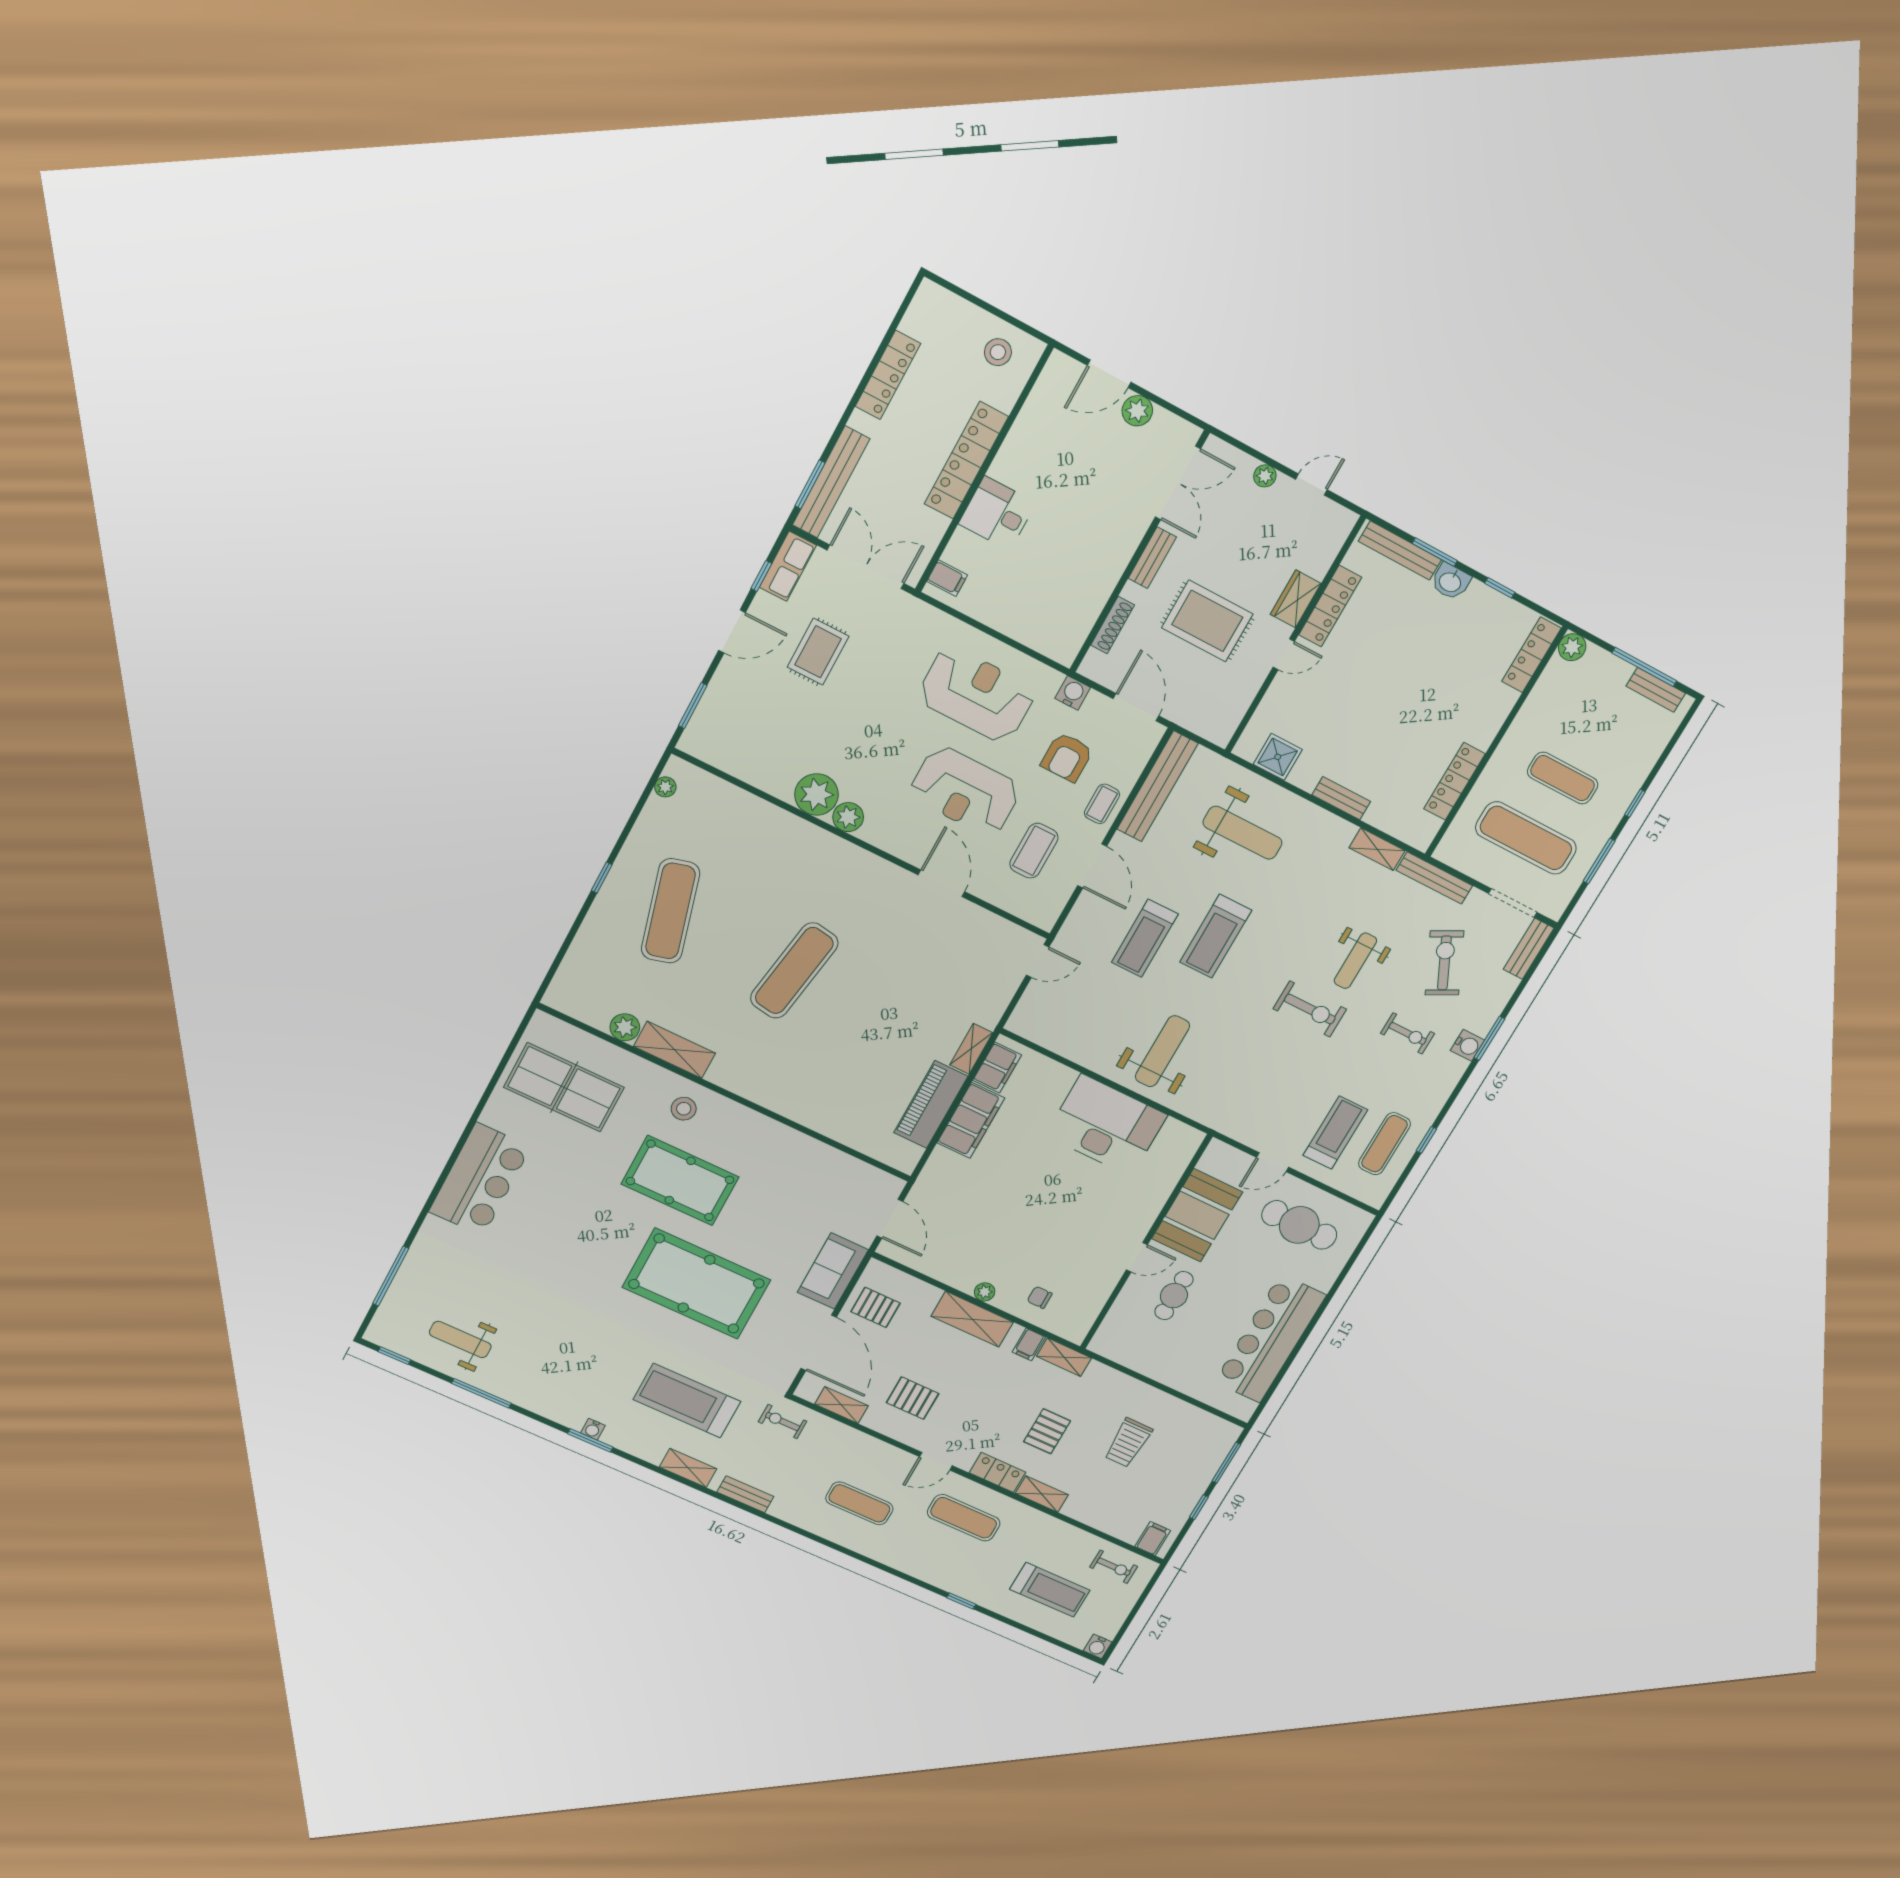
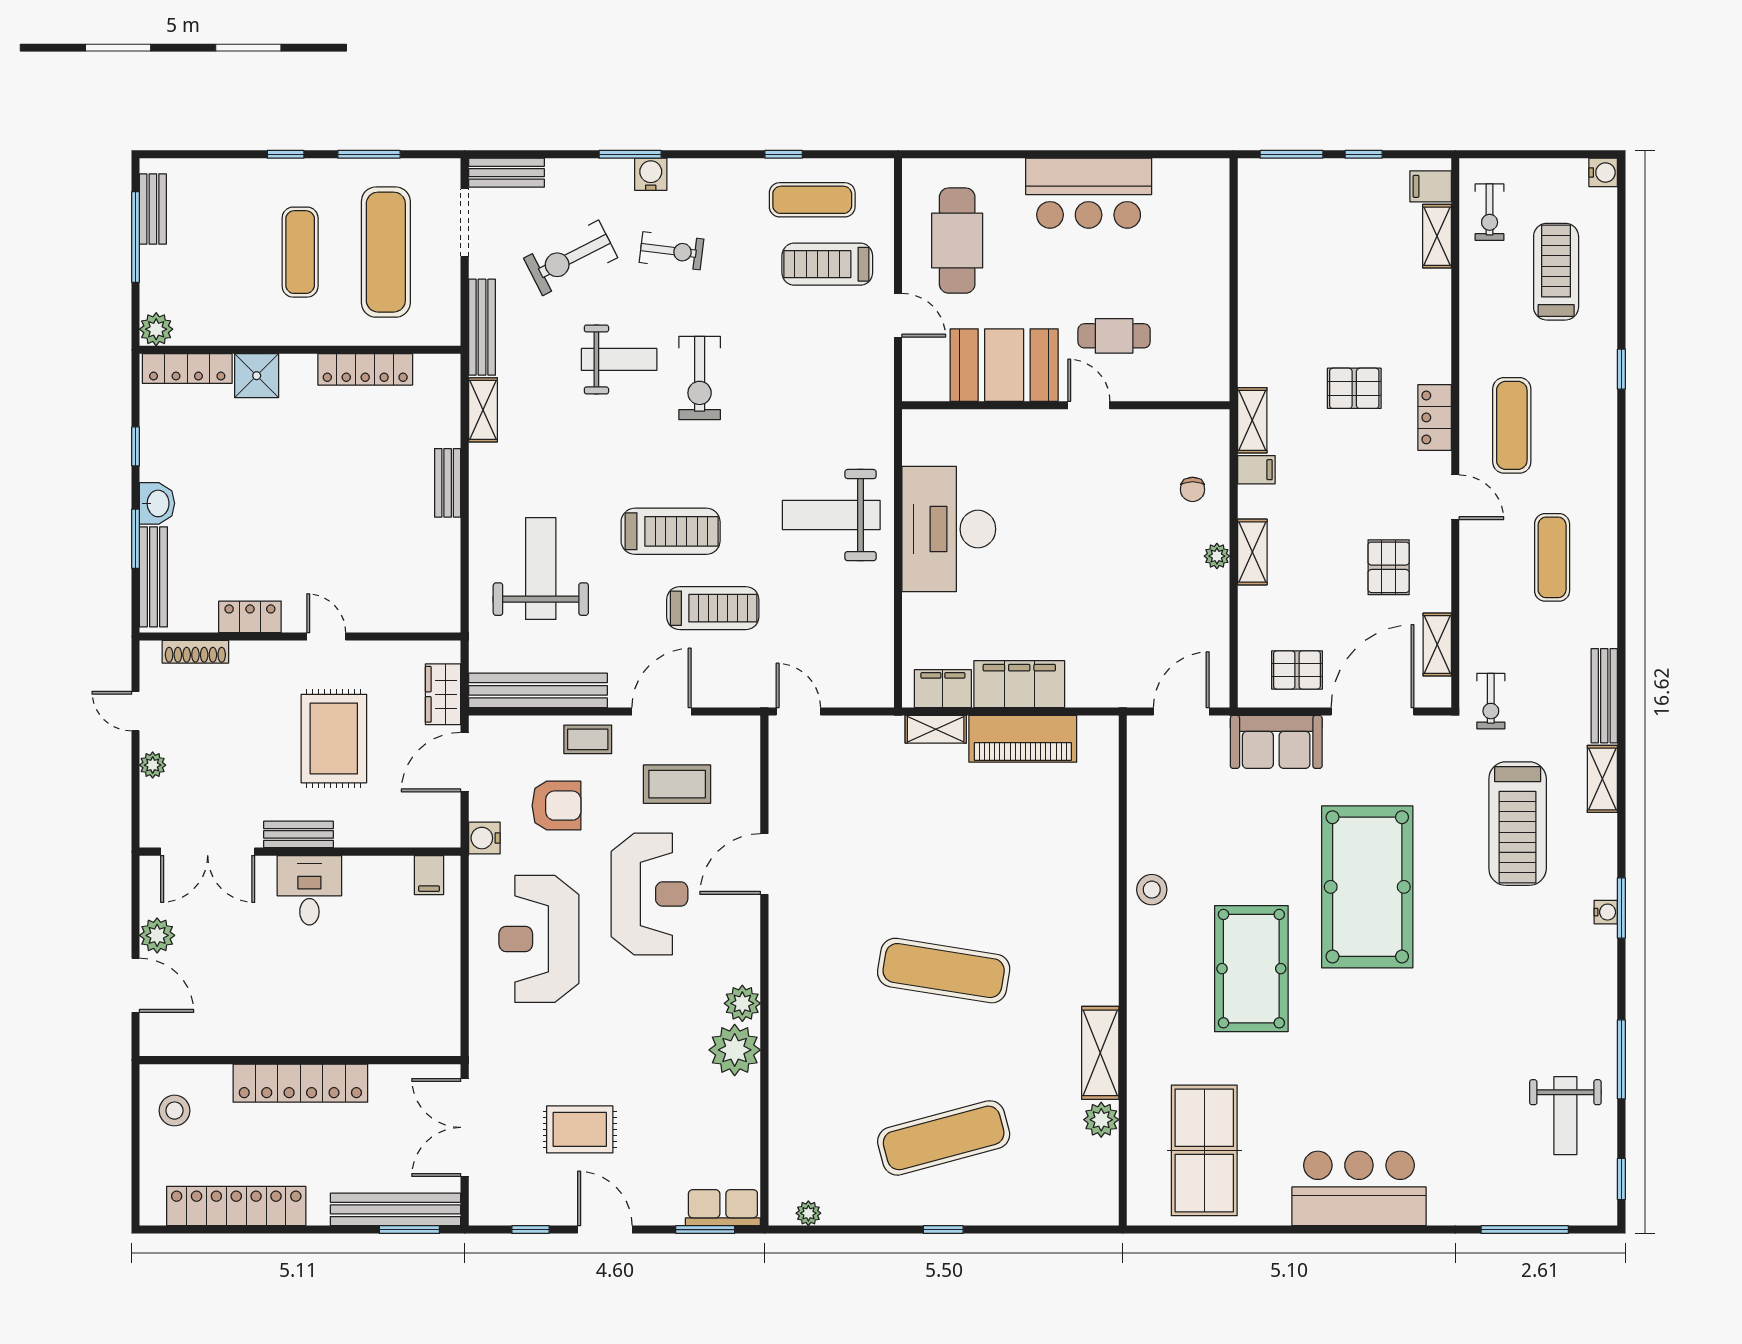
locker: (888, 375) -> (236, 1206), width x1.41, depth x1.21
double door: (1178, 483) -> (208, 852), swing flipped
desk: (997, 513) -> (309, 890), moved, turned 180
row of seats: (788, 566) -> (723, 1208), moved
filing cabinet: (947, 578) -> (429, 875), moved, turned 180
wardrobe: (1296, 599) -> (443, 694), moved, turned 90
locker: (1330, 606) -> (250, 617), width x0.66
shoe rack: (1113, 625) -> (195, 652), moved, turned 180
shower: (1278, 757) -> (257, 376), moved
exercise bike: (1310, 1009) -> (700, 378), turned 180
exercise bike: (1408, 1033) -> (671, 251), turned 97
stool: (684, 1109) -> (1152, 890), moved
pallet: (876, 1307) -> (1297, 670), turned 90
shelving: (972, 1319) -> (1252, 552), width x0.67, depth x0.75
bar counter: (1270, 1339) -> (1089, 193), width x0.73
trolley: (1128, 1443) -> (1322, 285), removed
bench: (745, 1494) -> (1604, 696), width x1.36
shelving: (1042, 1494) -> (1437, 236), moved
exercise bike: (1114, 1567) -> (1490, 212), turned 180

